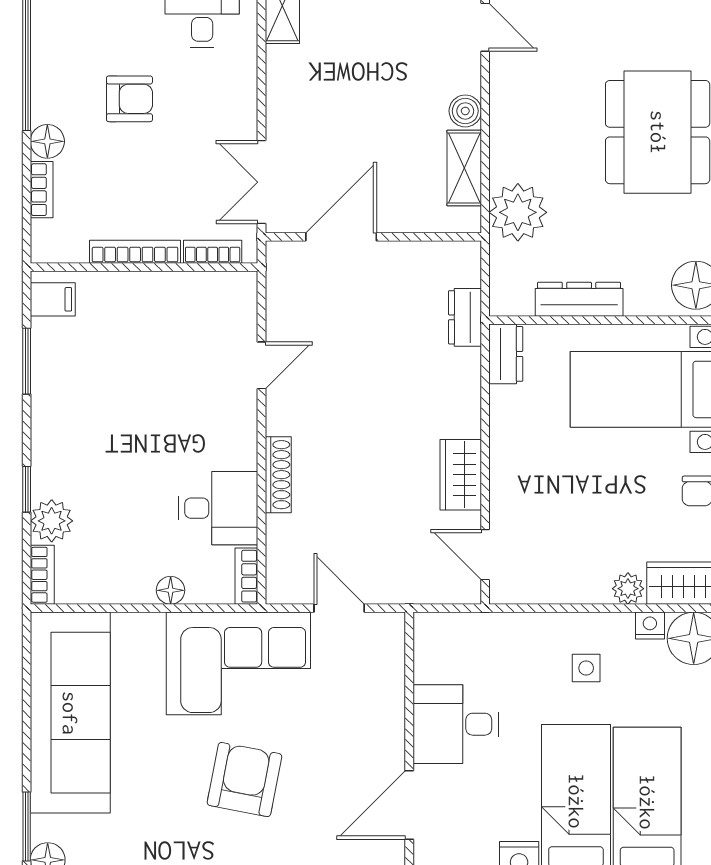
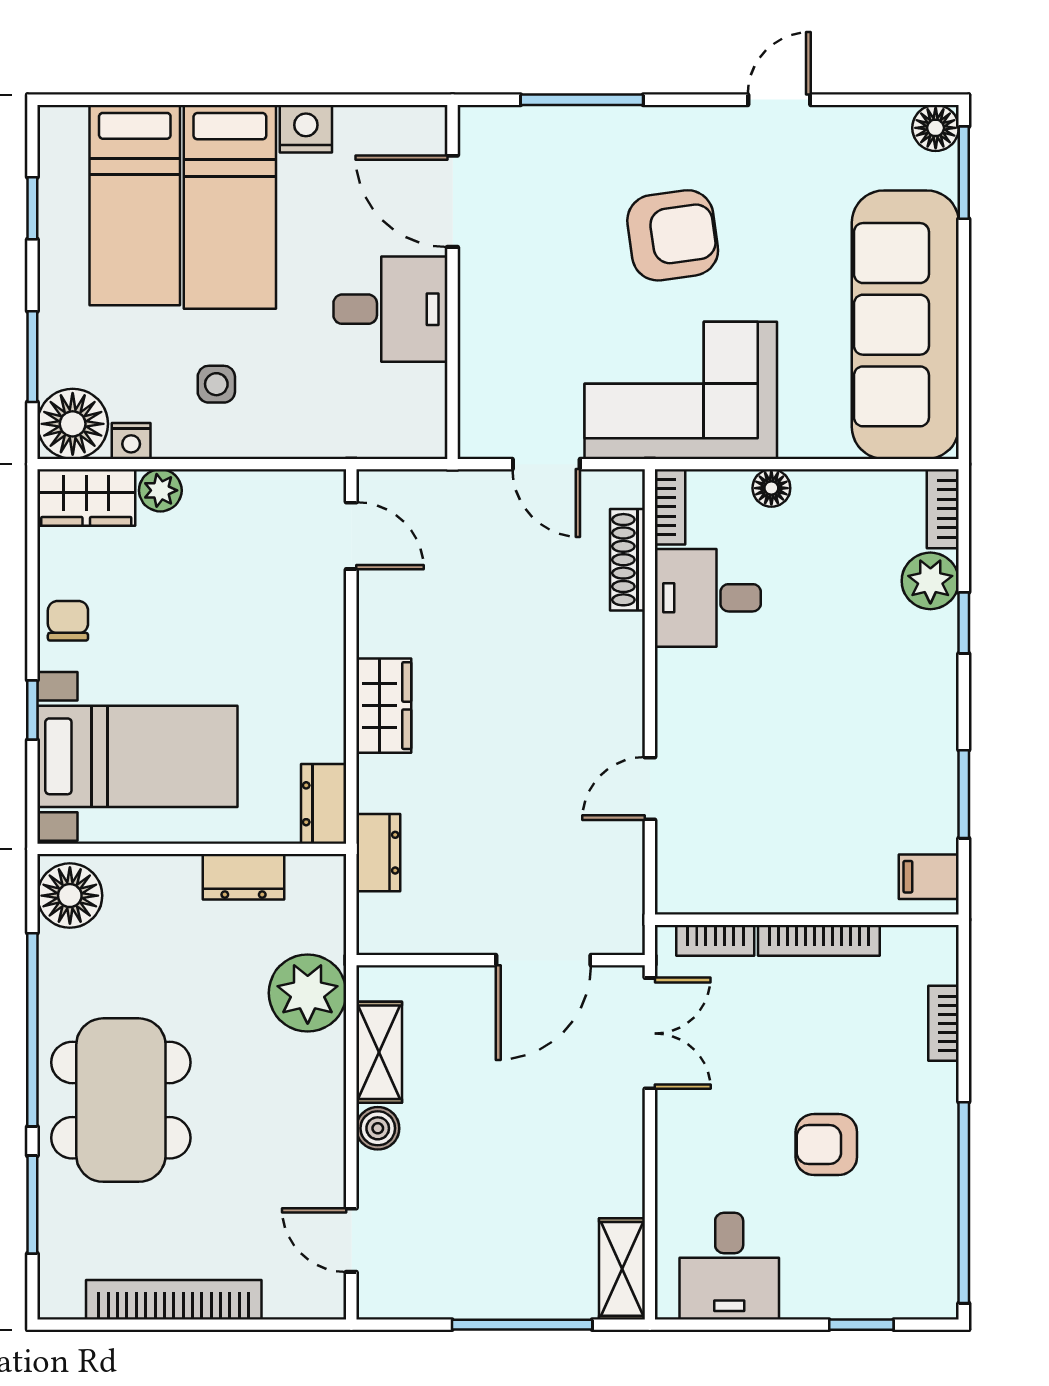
floor lamp: (47, 141) -> (936, 1088), removed
dresser: (579, 299) -> (244, 877), width x0.70
shoe rack: (278, 475) -> (628, 560), moved
wardrobe: (461, 475) -> (384, 706), moved
armchair: (244, 780) -> (673, 235), turned -109
door: (409, 805) -> (453, 201), swing flipped

